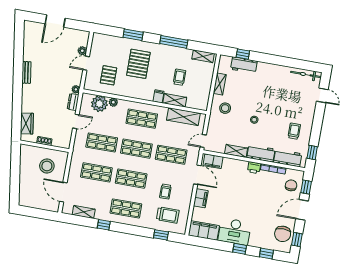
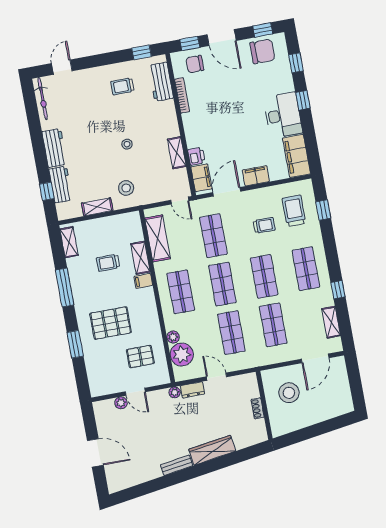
wardrobe: (27, 123) -> (212, 450), moved, width x1.50
workbench: (261, 153) -> (54, 148), moved, turned 180
printer: (254, 168) -> (196, 156), moved

